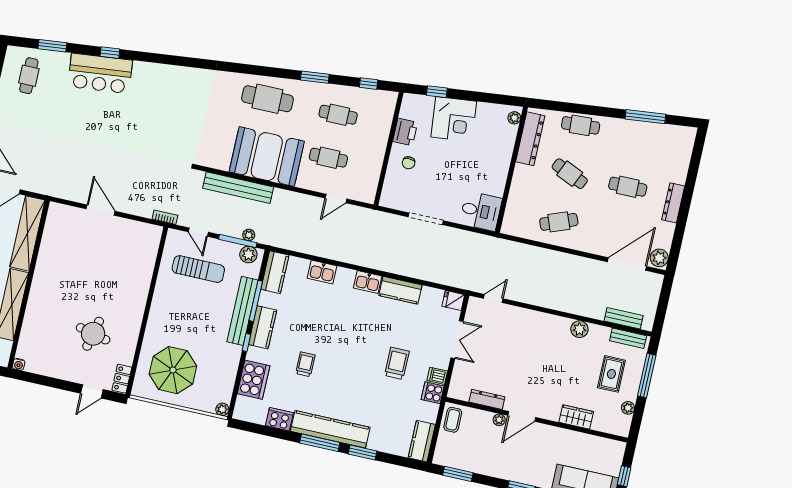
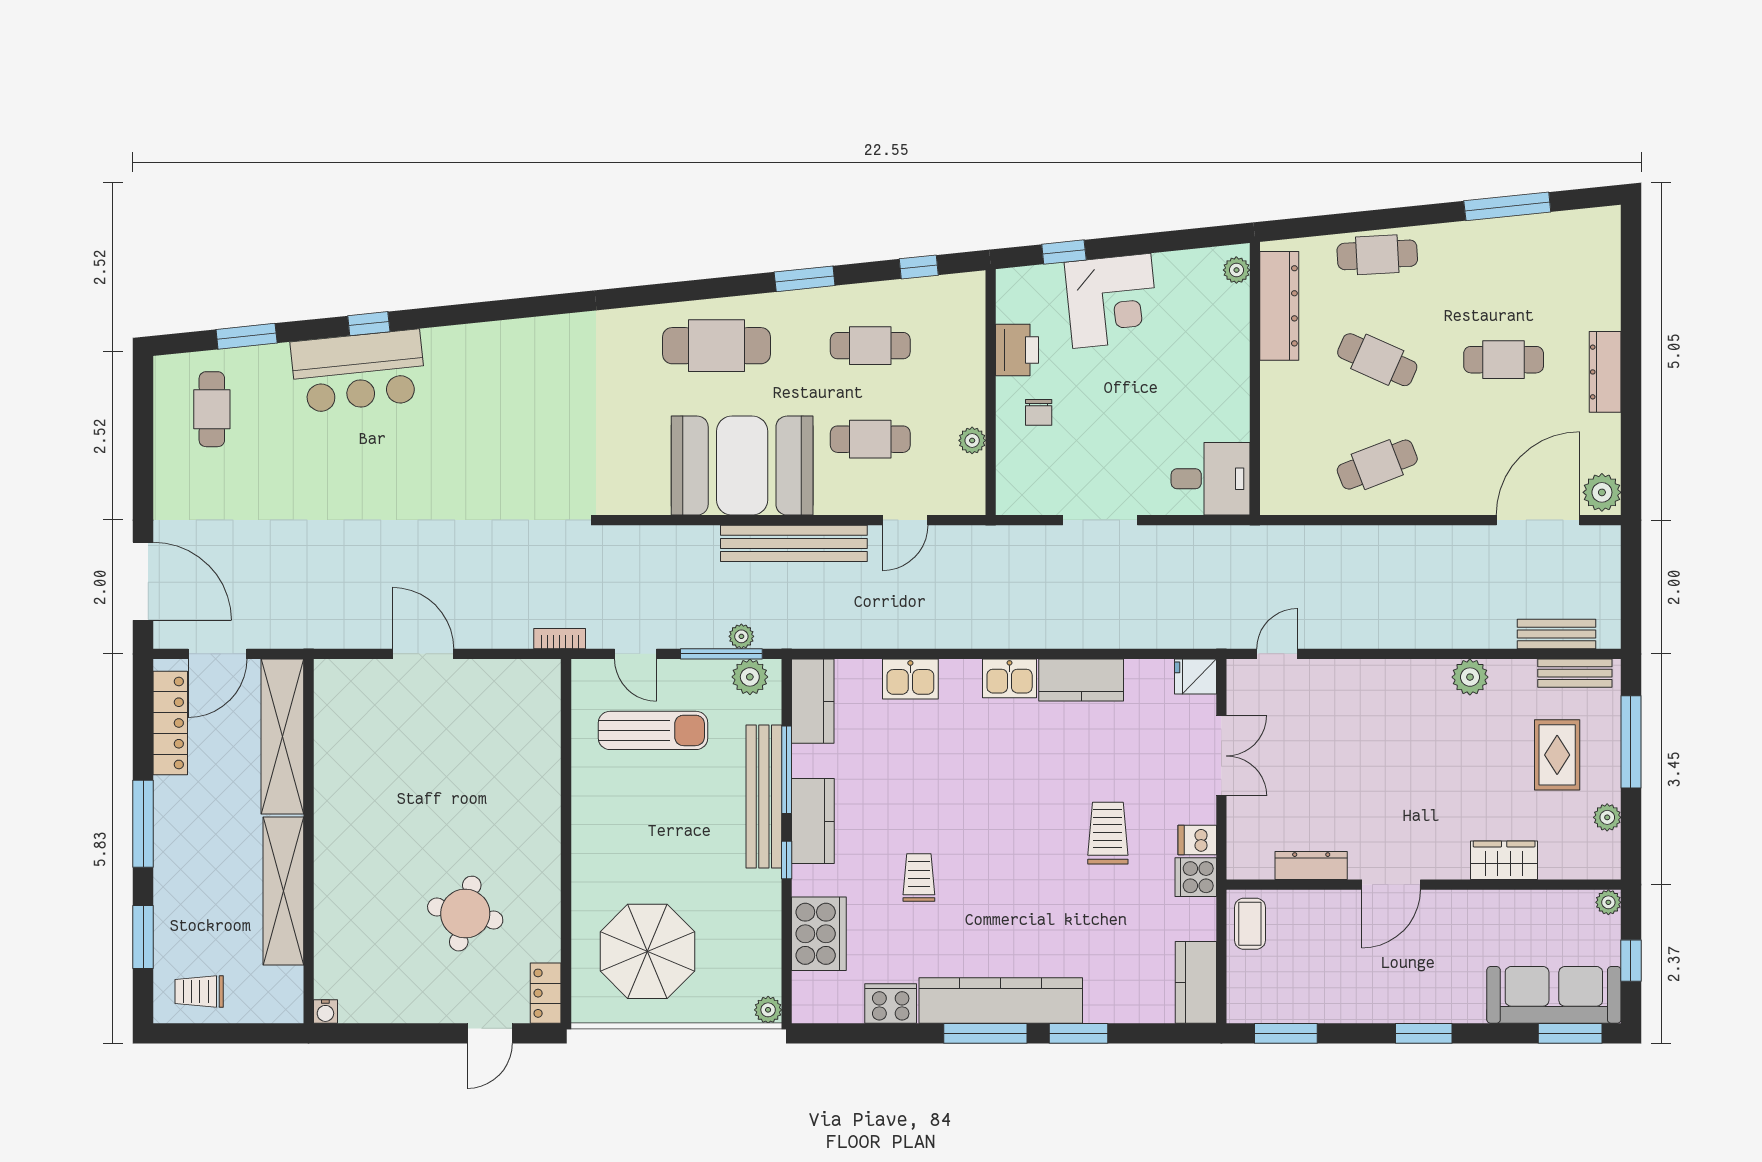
plant: (375, 169) -> (972, 440), added
bench: (238, 188) -> (794, 543), moved
plant: (499, 420) -> (1608, 902), moved

